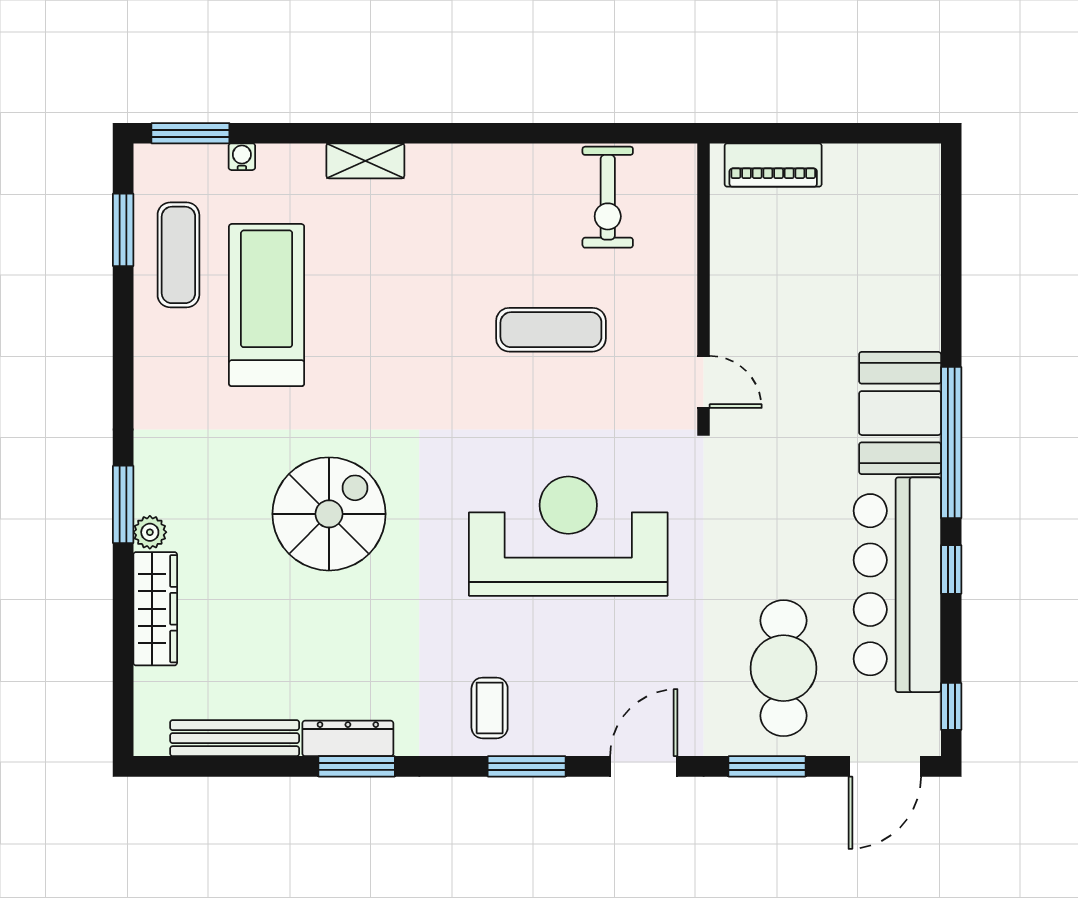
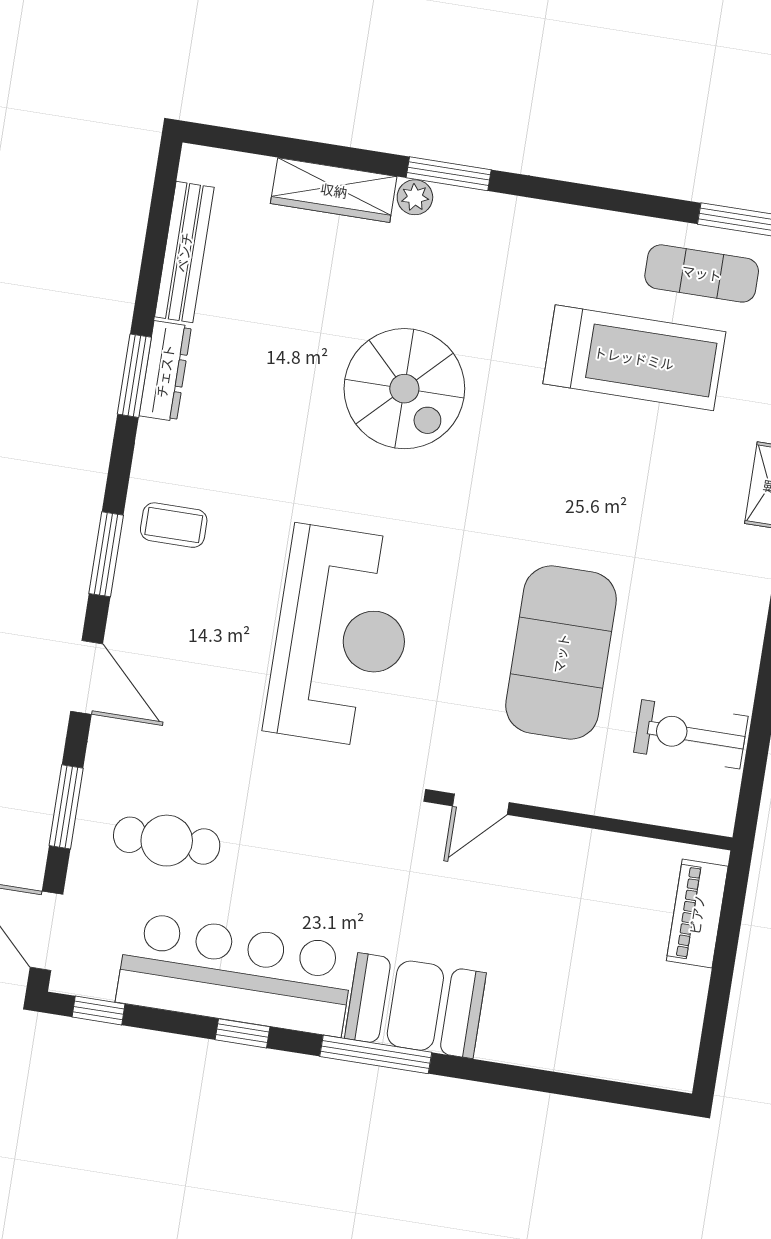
exercise mat: (551, 330) -> (561, 653), width x2.00, depth x1.45
window: (951, 443) -> (376, 1054), width x0.68
cafe table: (783, 668) -> (167, 841), width x0.73, depth x0.74

